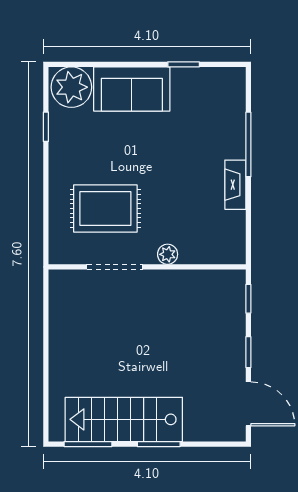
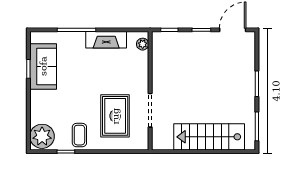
sofa: (132, 89) -> (43, 66), moved
coffee table: (73, 149) -> (79, 135), added
fireplace: (235, 185) -> (106, 40), width x1.37, depth x1.32
plant: (168, 254) -> (143, 44), moved
stairs: (124, 419) -> (209, 137), moved, turned 90

